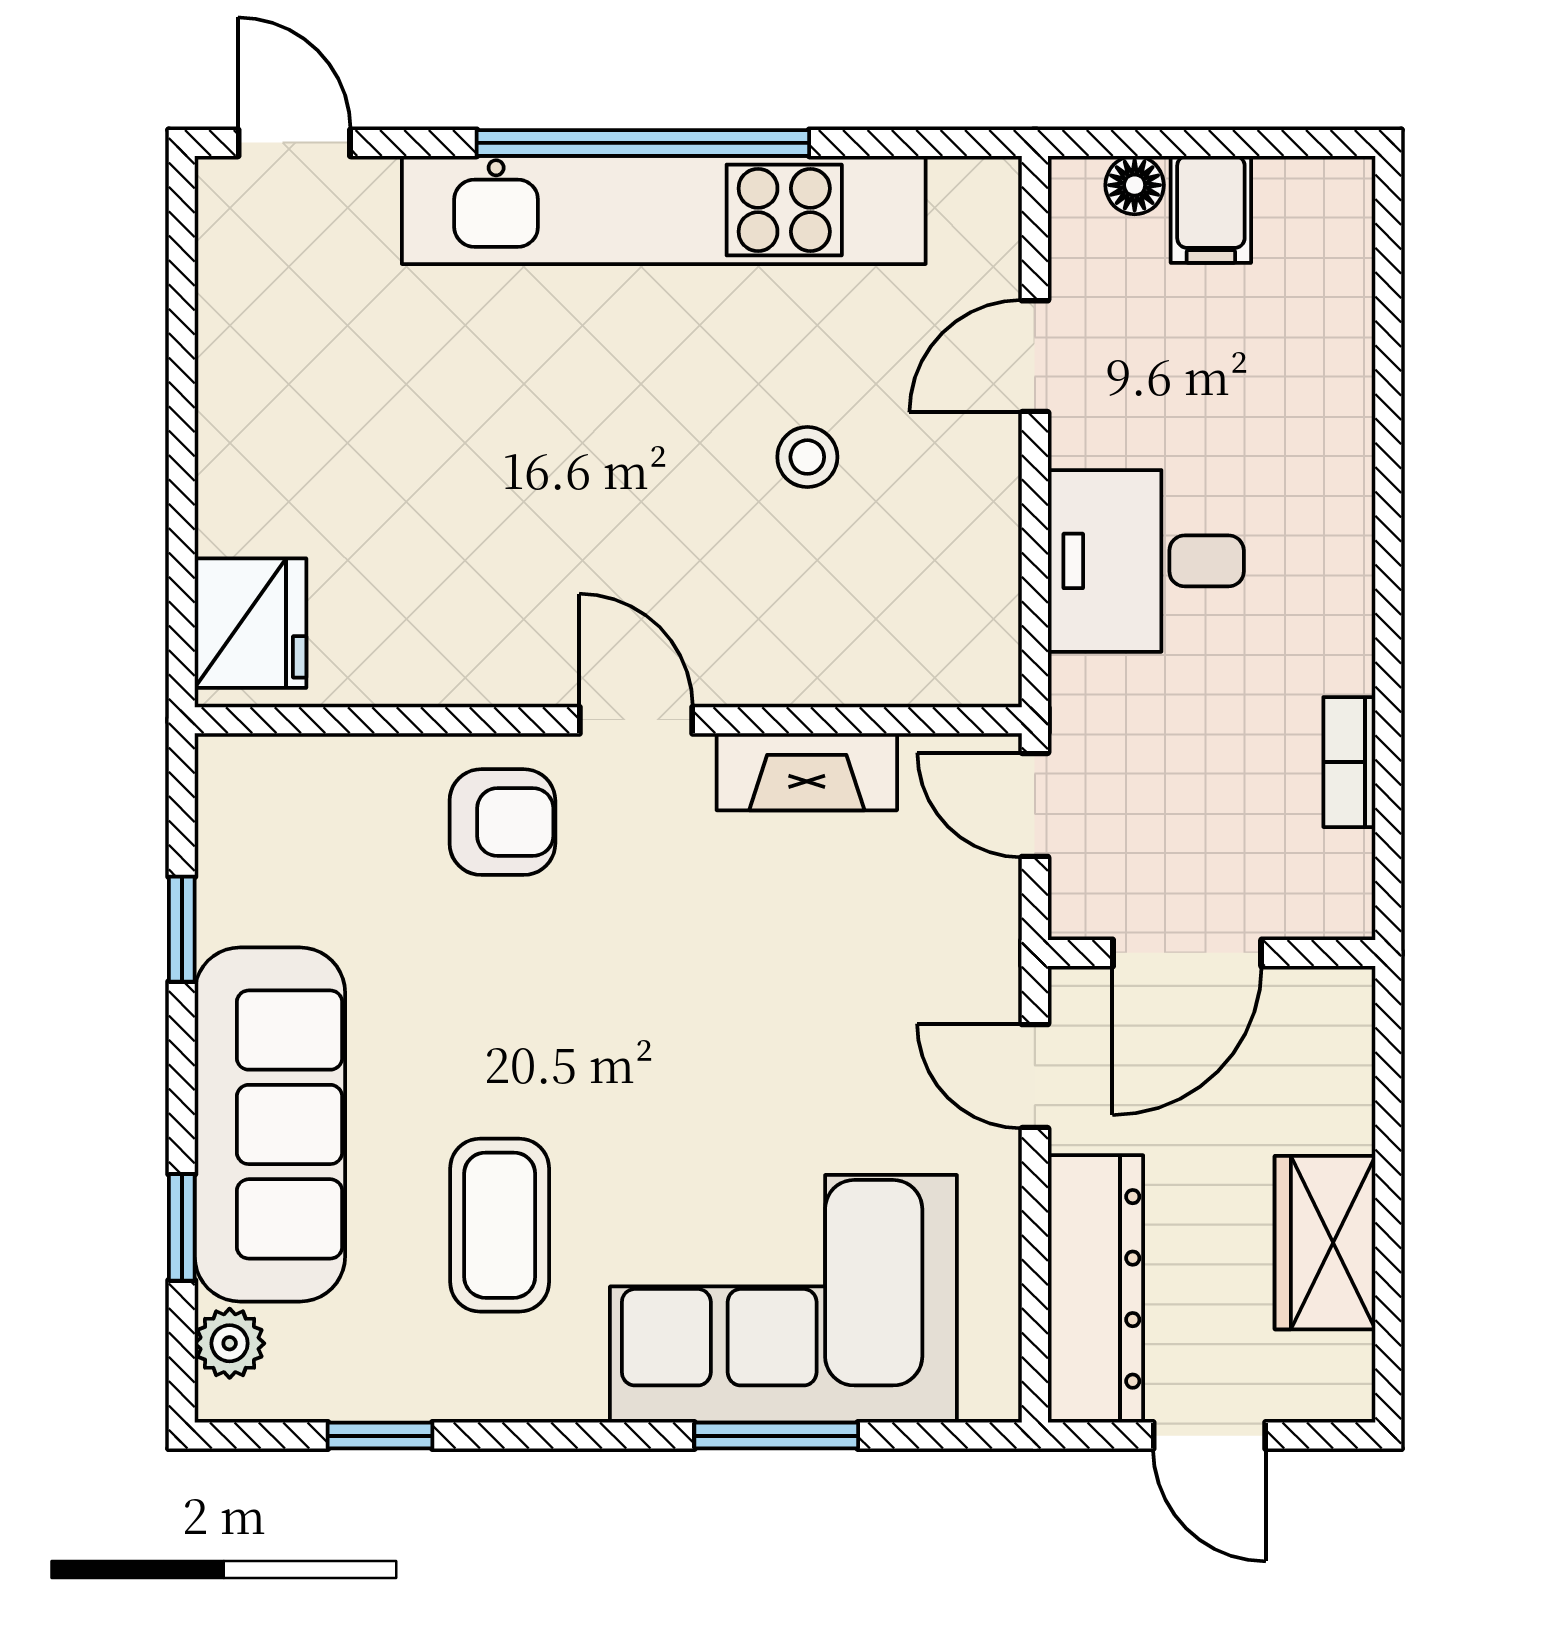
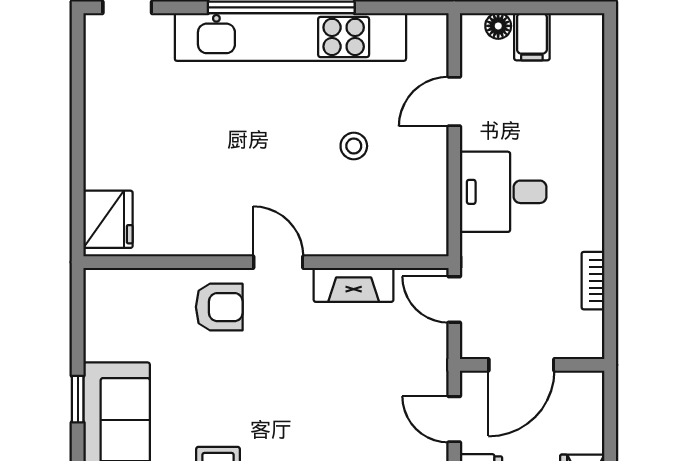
window: (182, 929) -> (78, 399), moved

